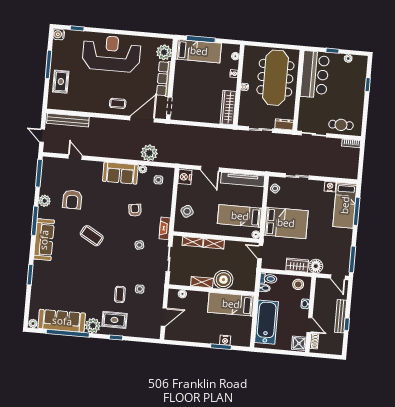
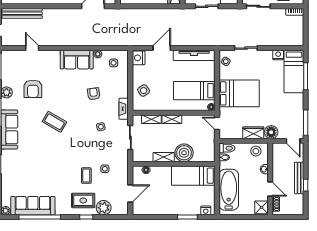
plant: (149, 153) -> (103, 38), removed
door: (210, 169) -> (162, 48), swing flipped
plant: (93, 326) -> (104, 208), moved
nightstand: (225, 340) -> (206, 210), moved

